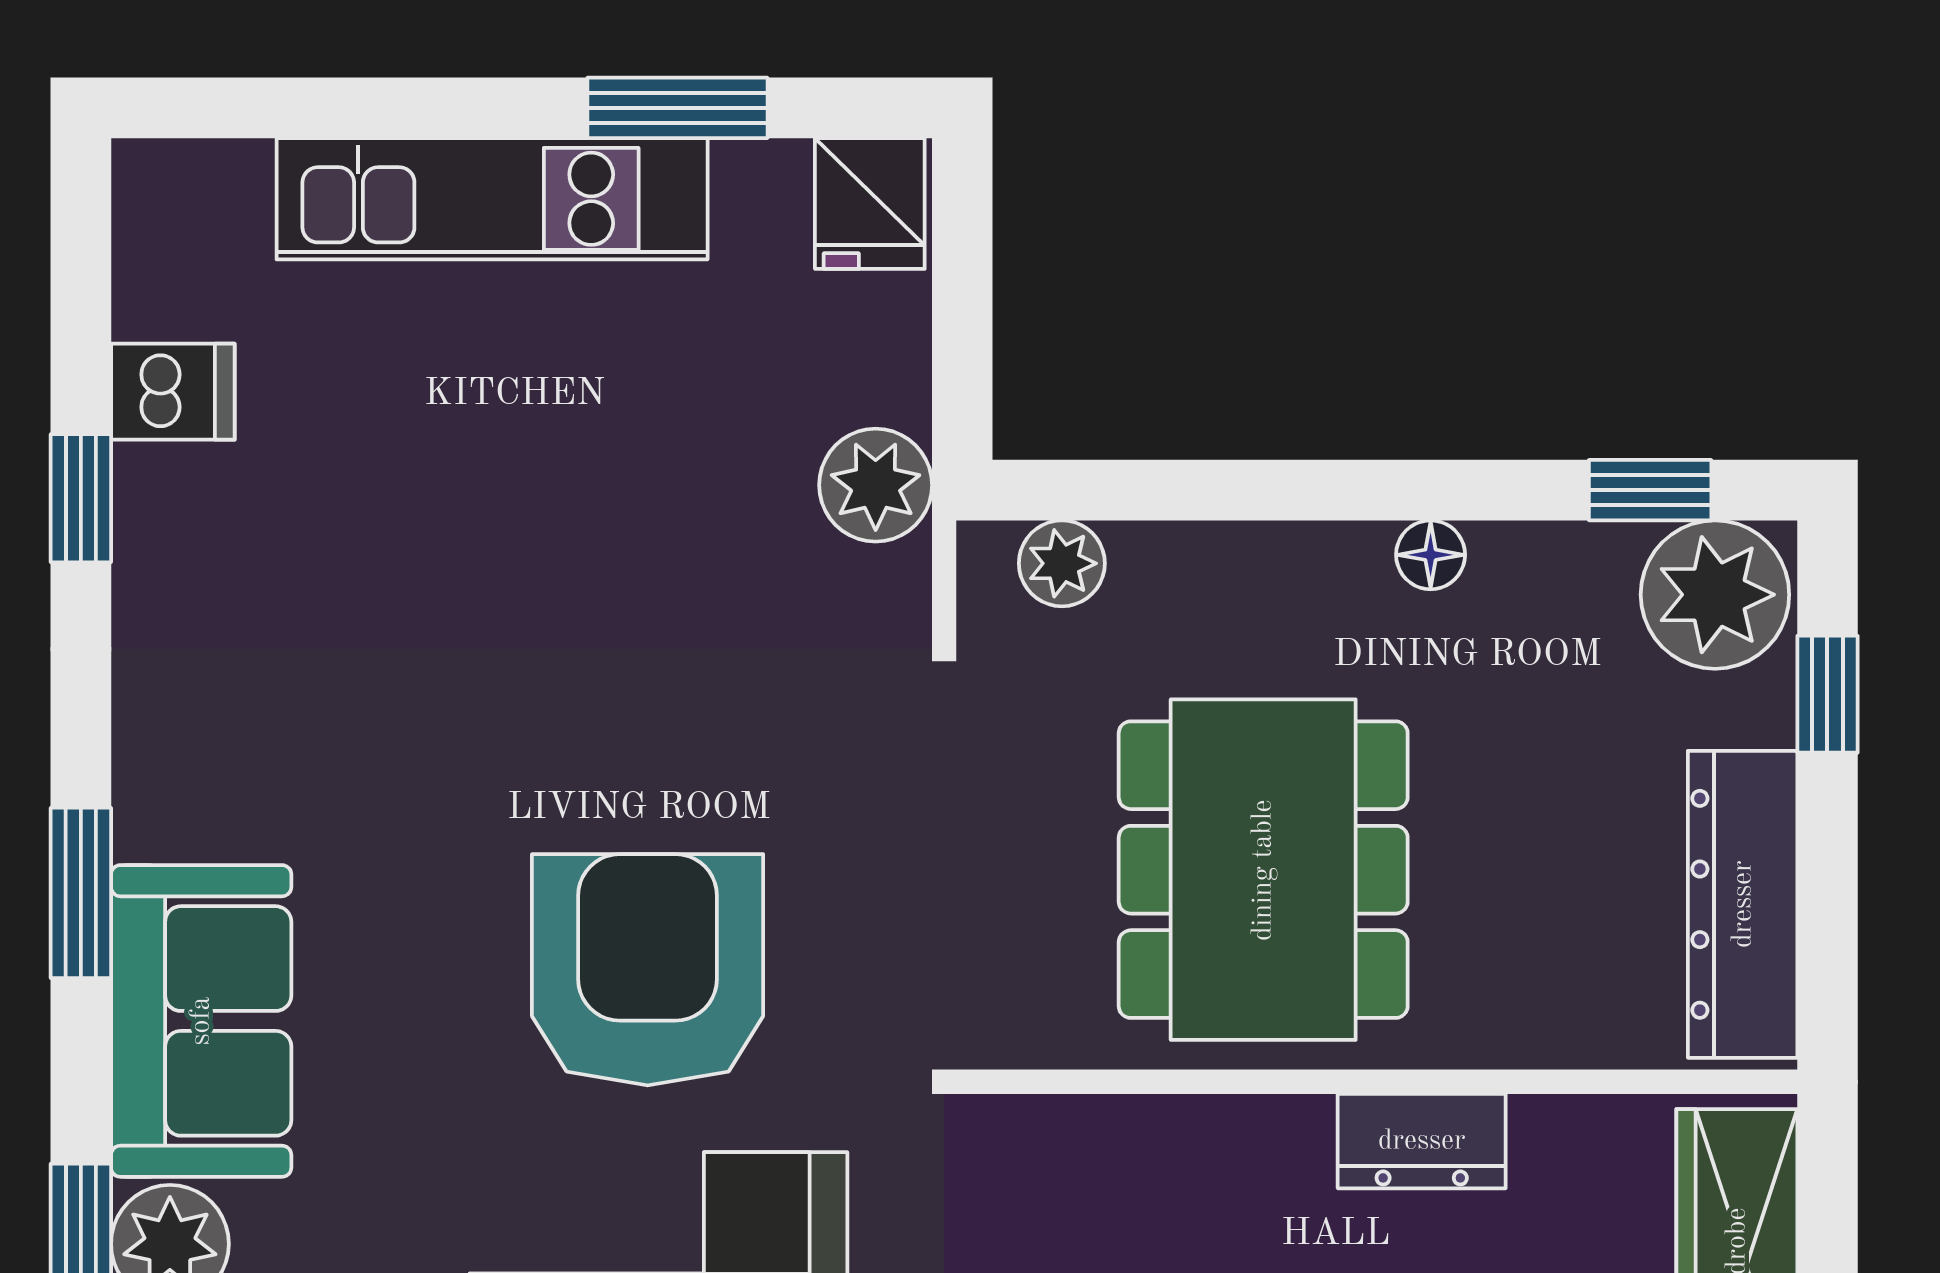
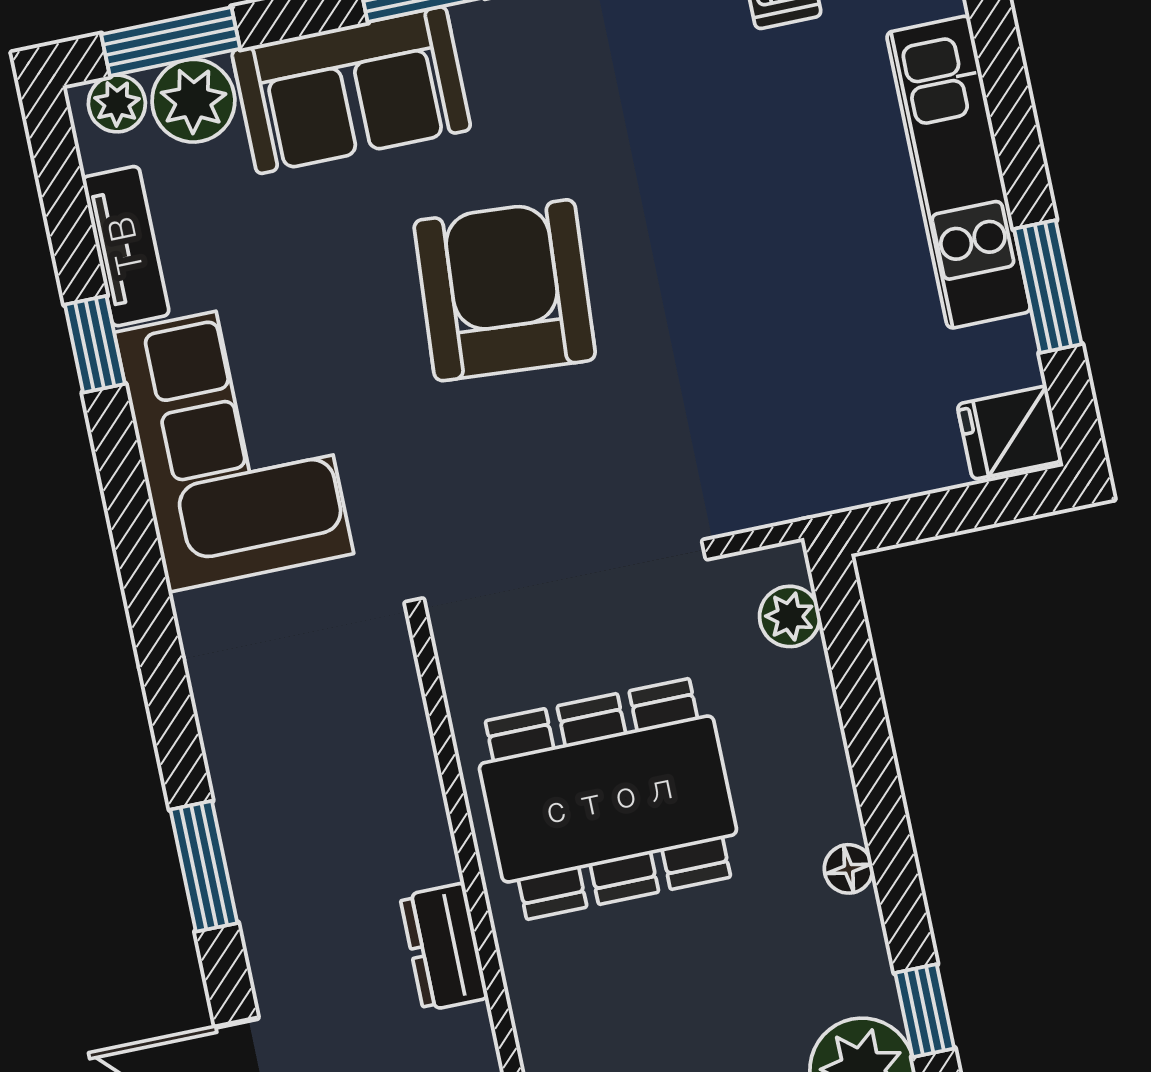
plant: (876, 485) -> (817, 477), removed
armchair: (648, 970) -> (505, 290), moved, turned -86

